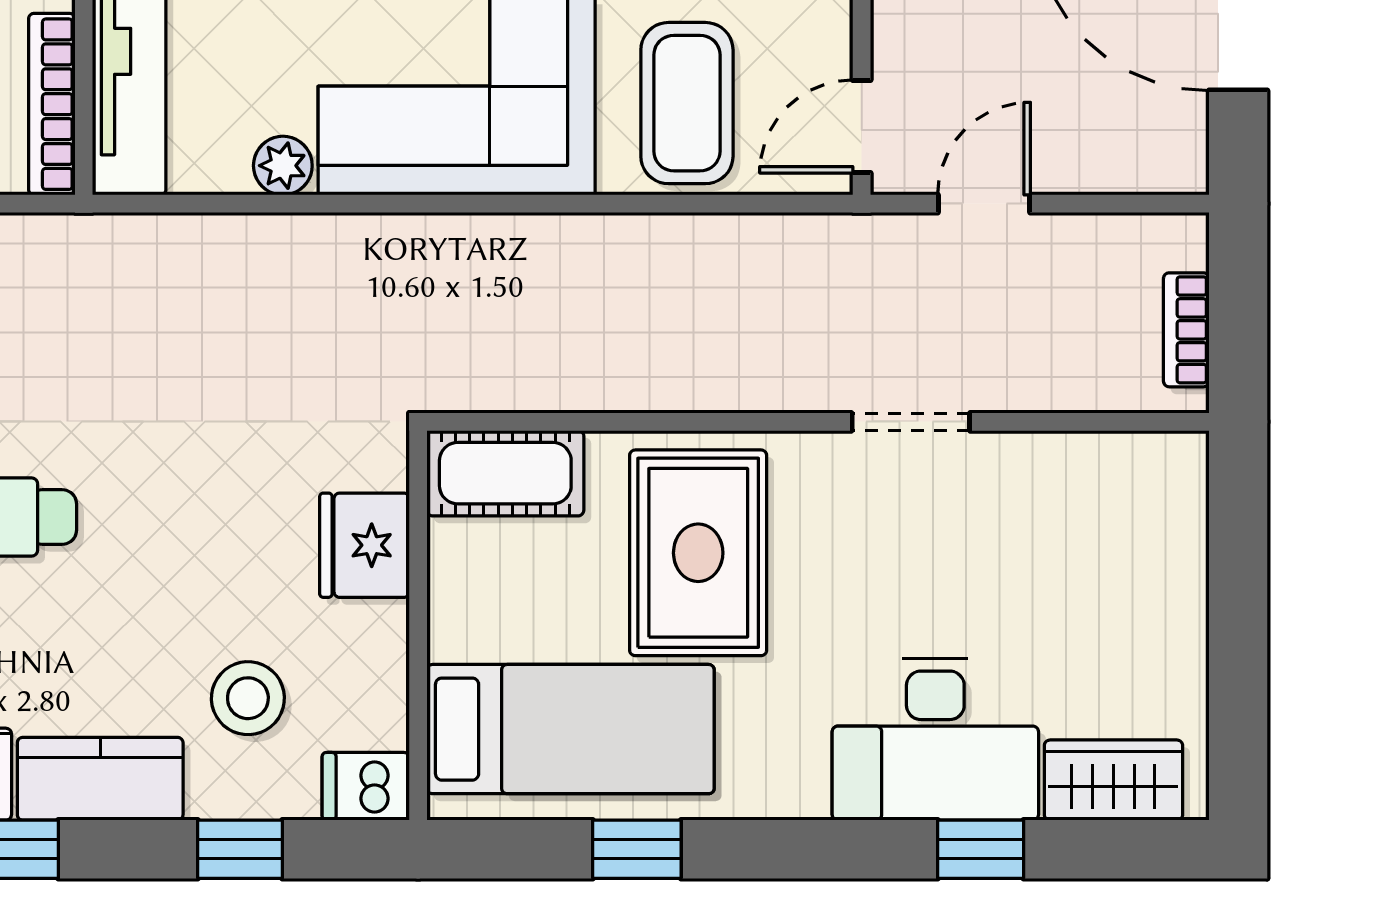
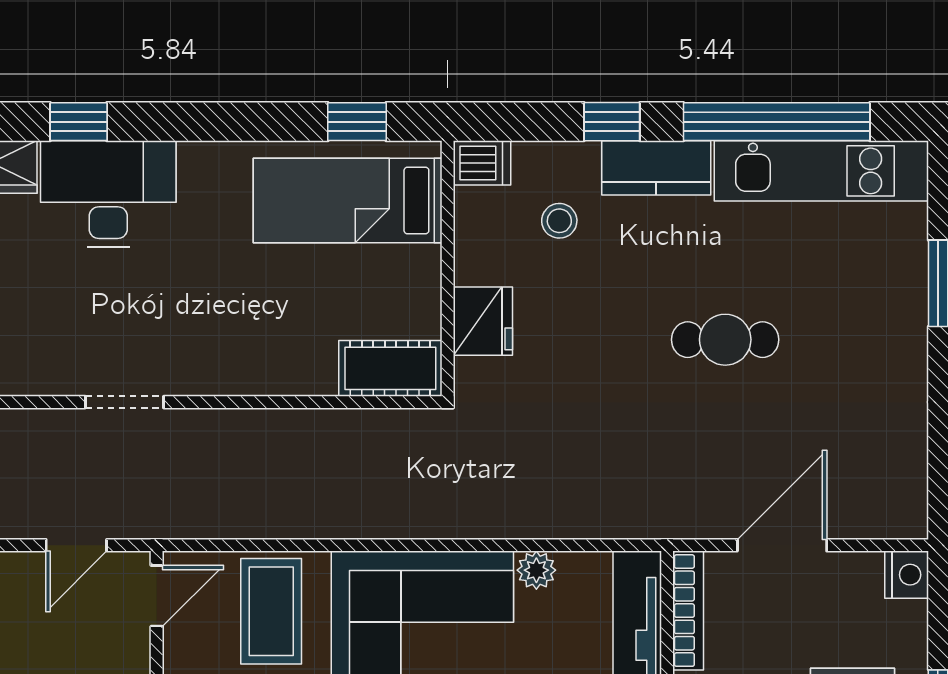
rug: (698, 553) -> (264, 316), removed
stool: (248, 698) -> (559, 221), width x0.73, depth x0.73
window: (240, 849) -> (612, 122), moved
window: (637, 849) -> (357, 122), moved

